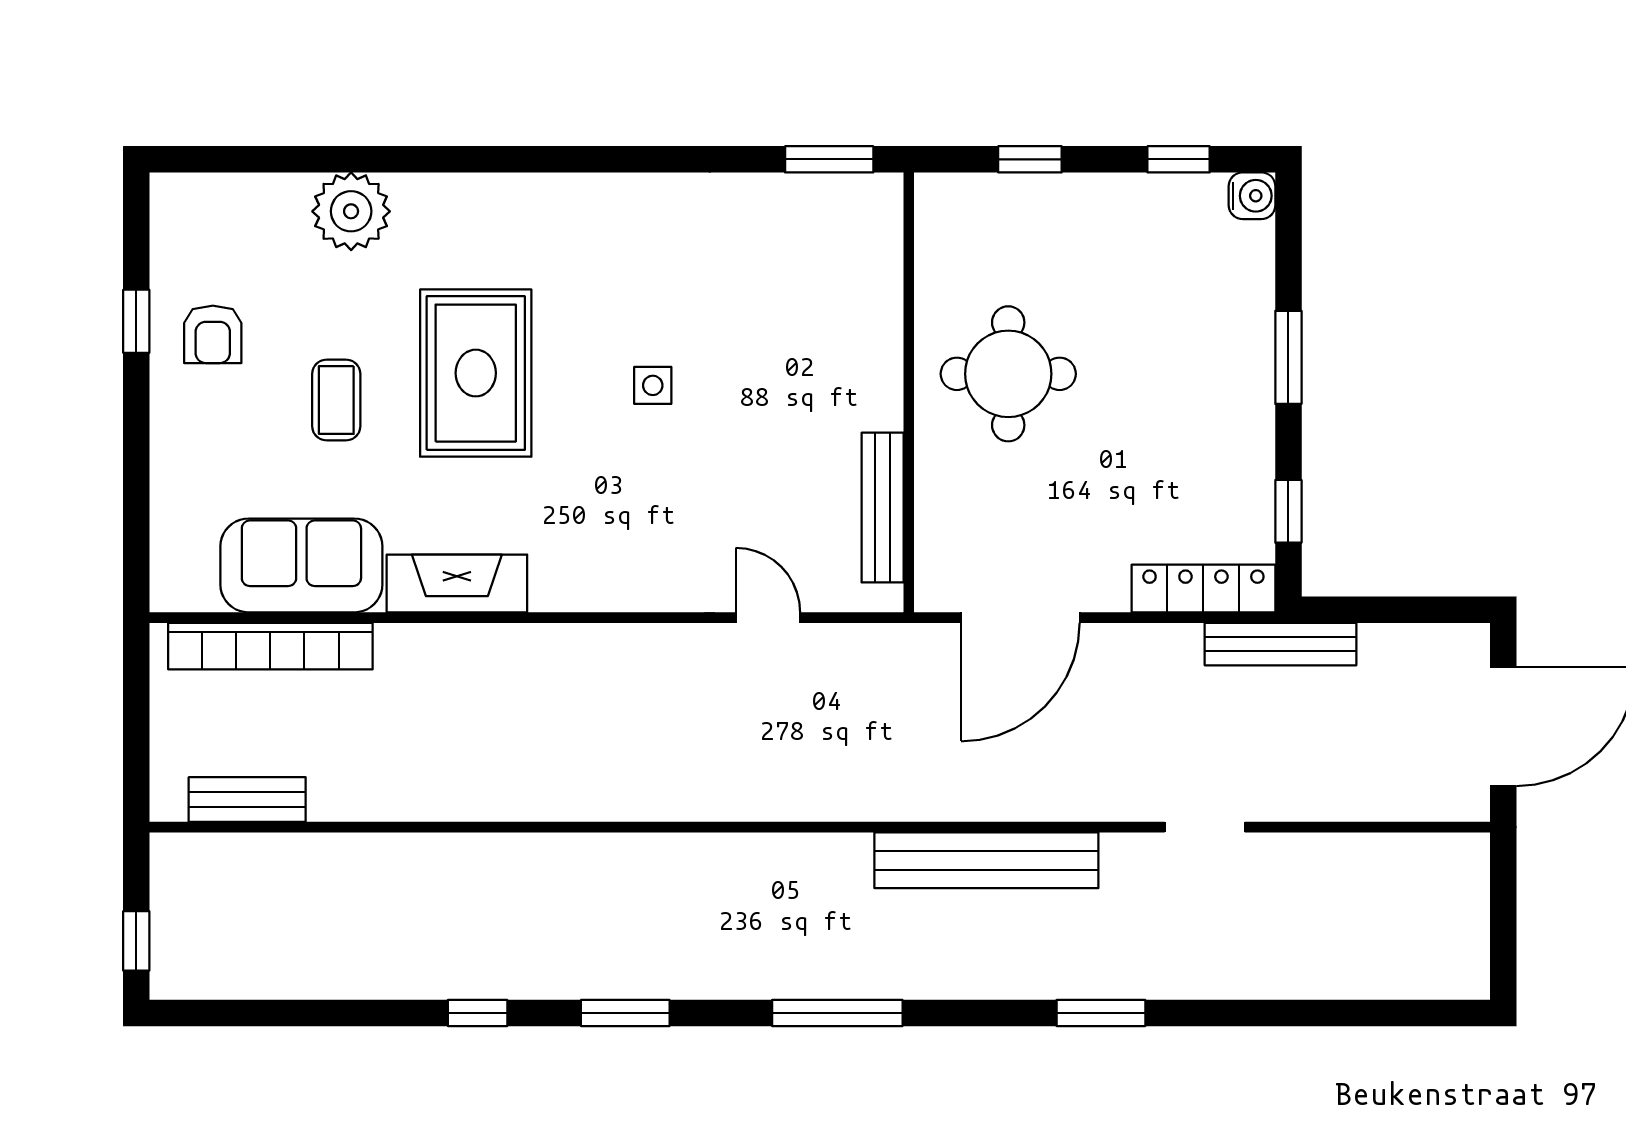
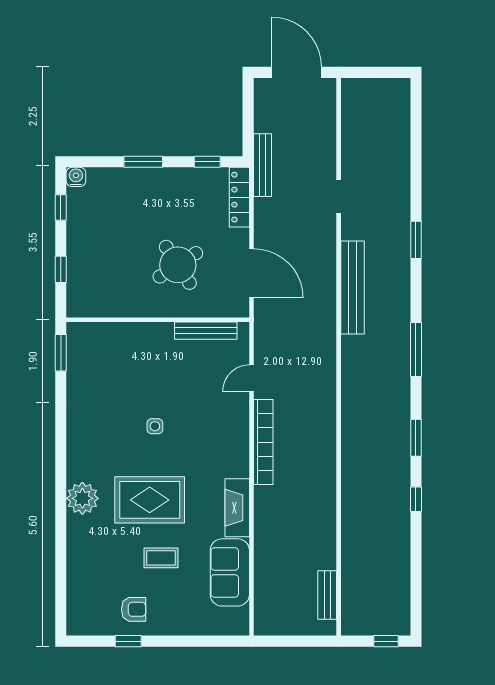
plant: (351, 211) -> (82, 498), moved
round table: (1008, 374) -> (178, 265), moved, turned -33
bookcase: (270, 646) -> (263, 442), moved

